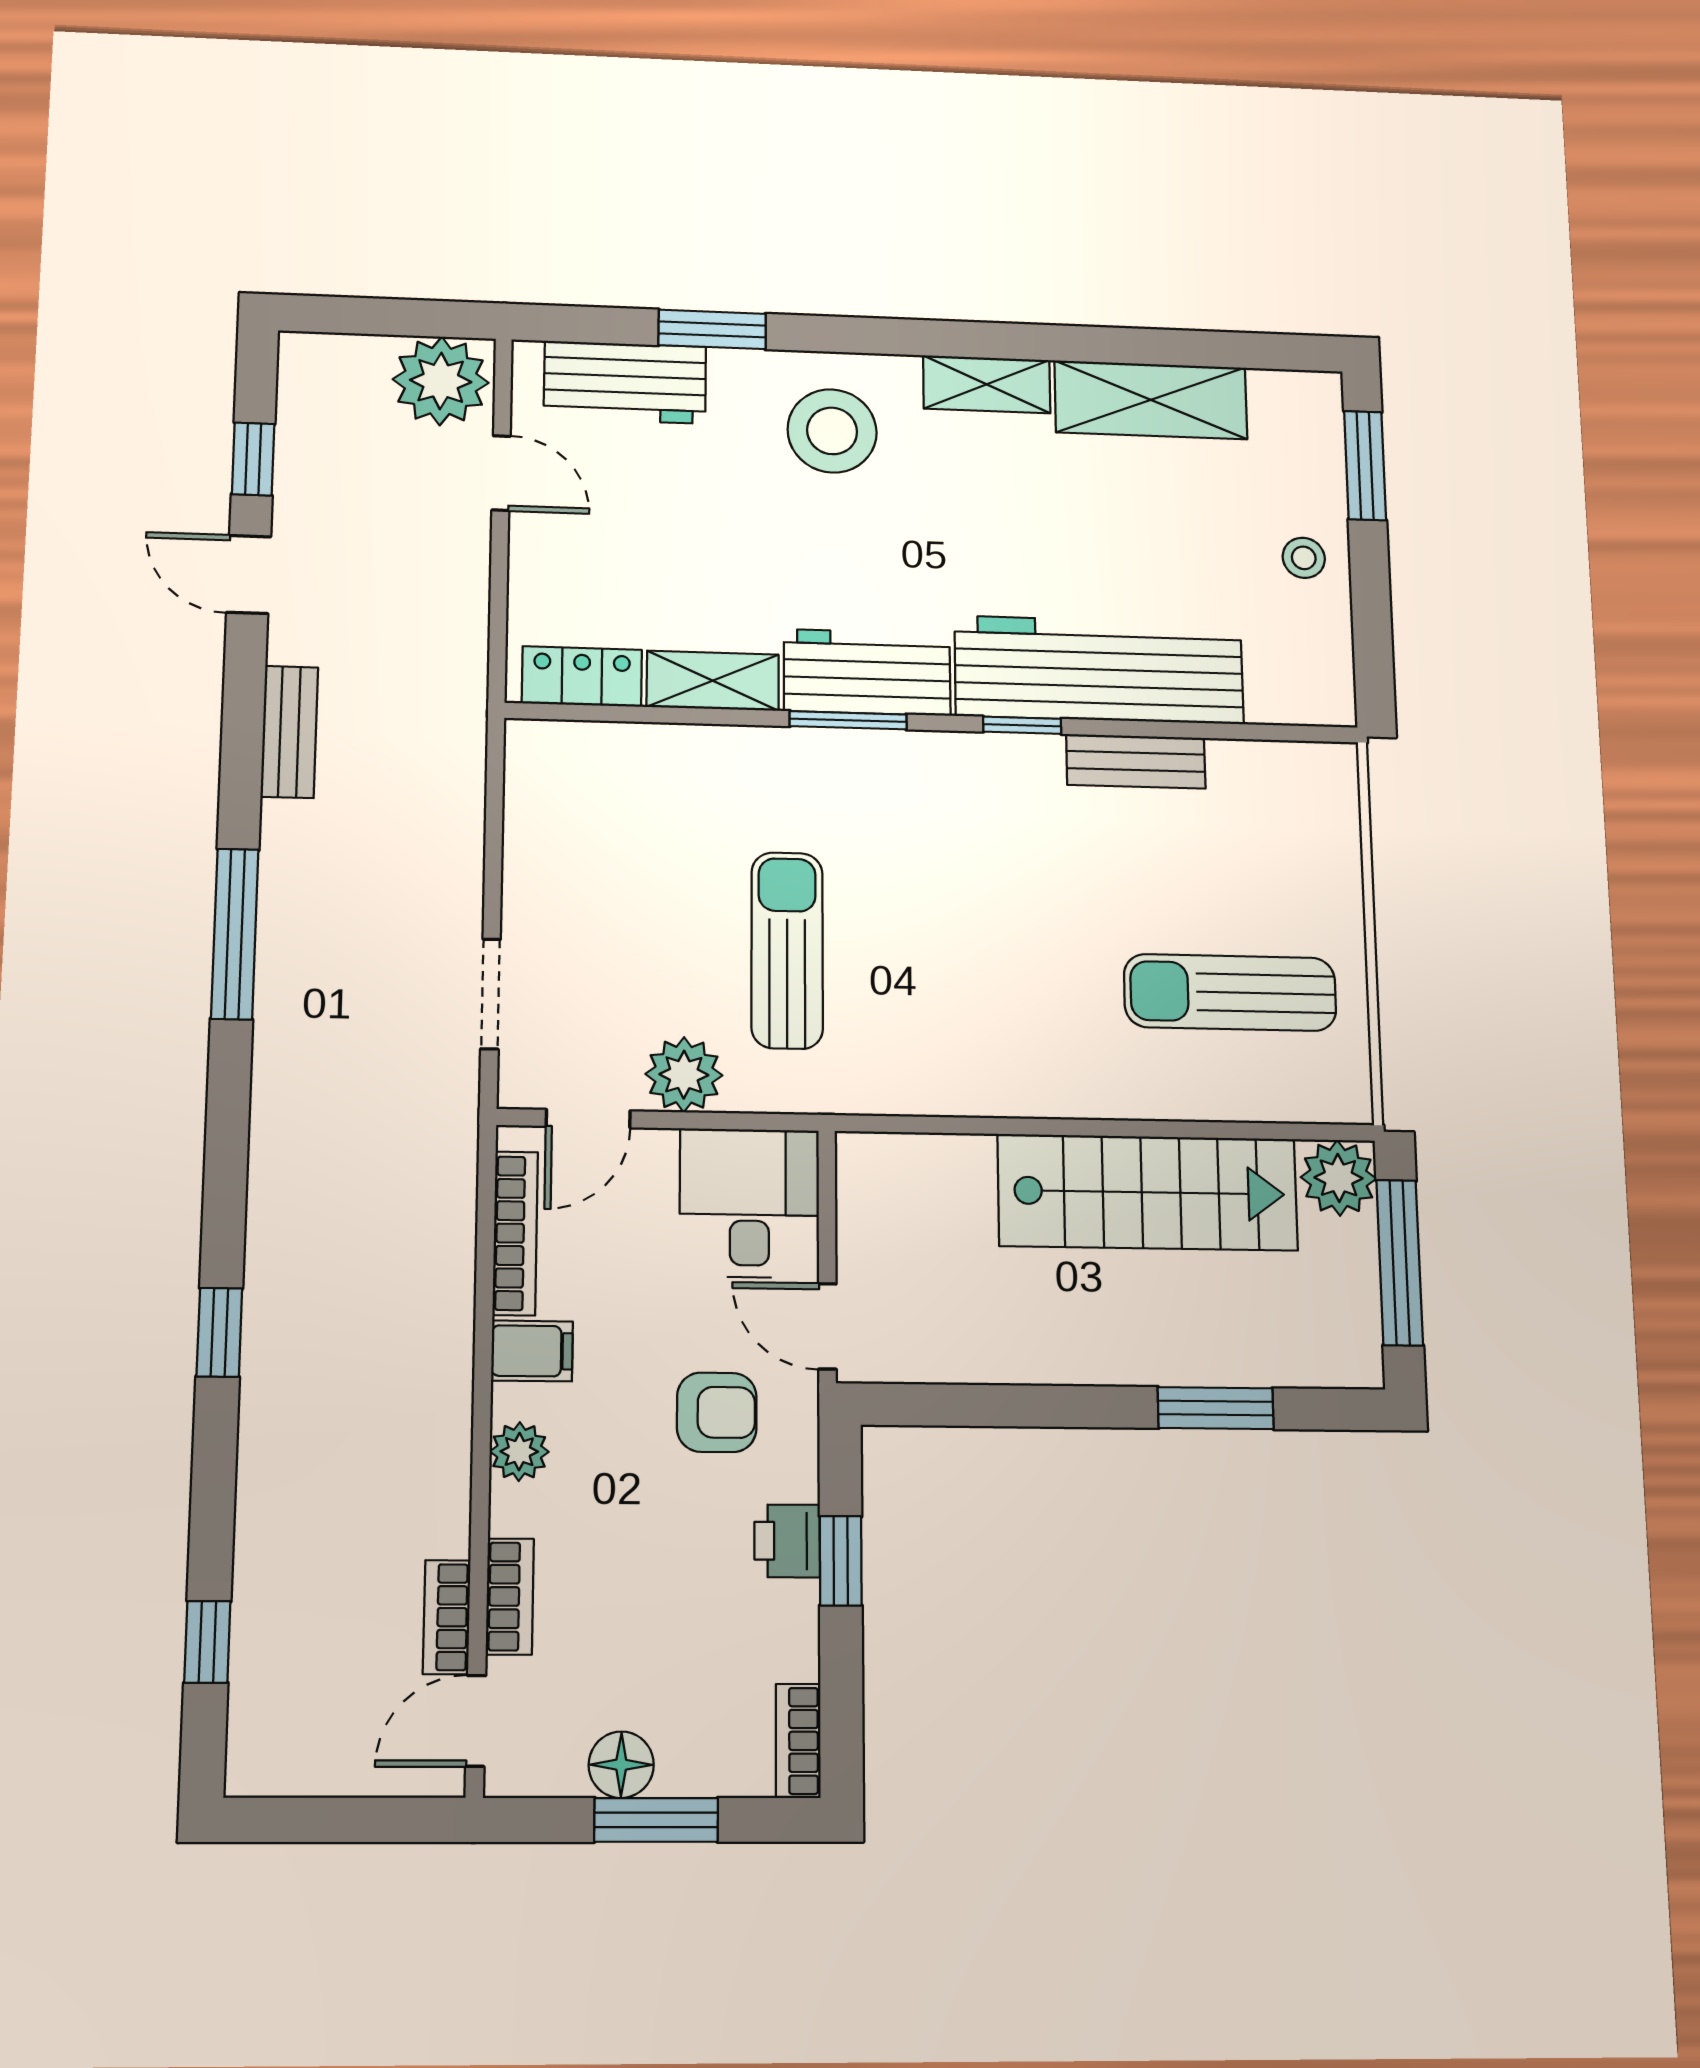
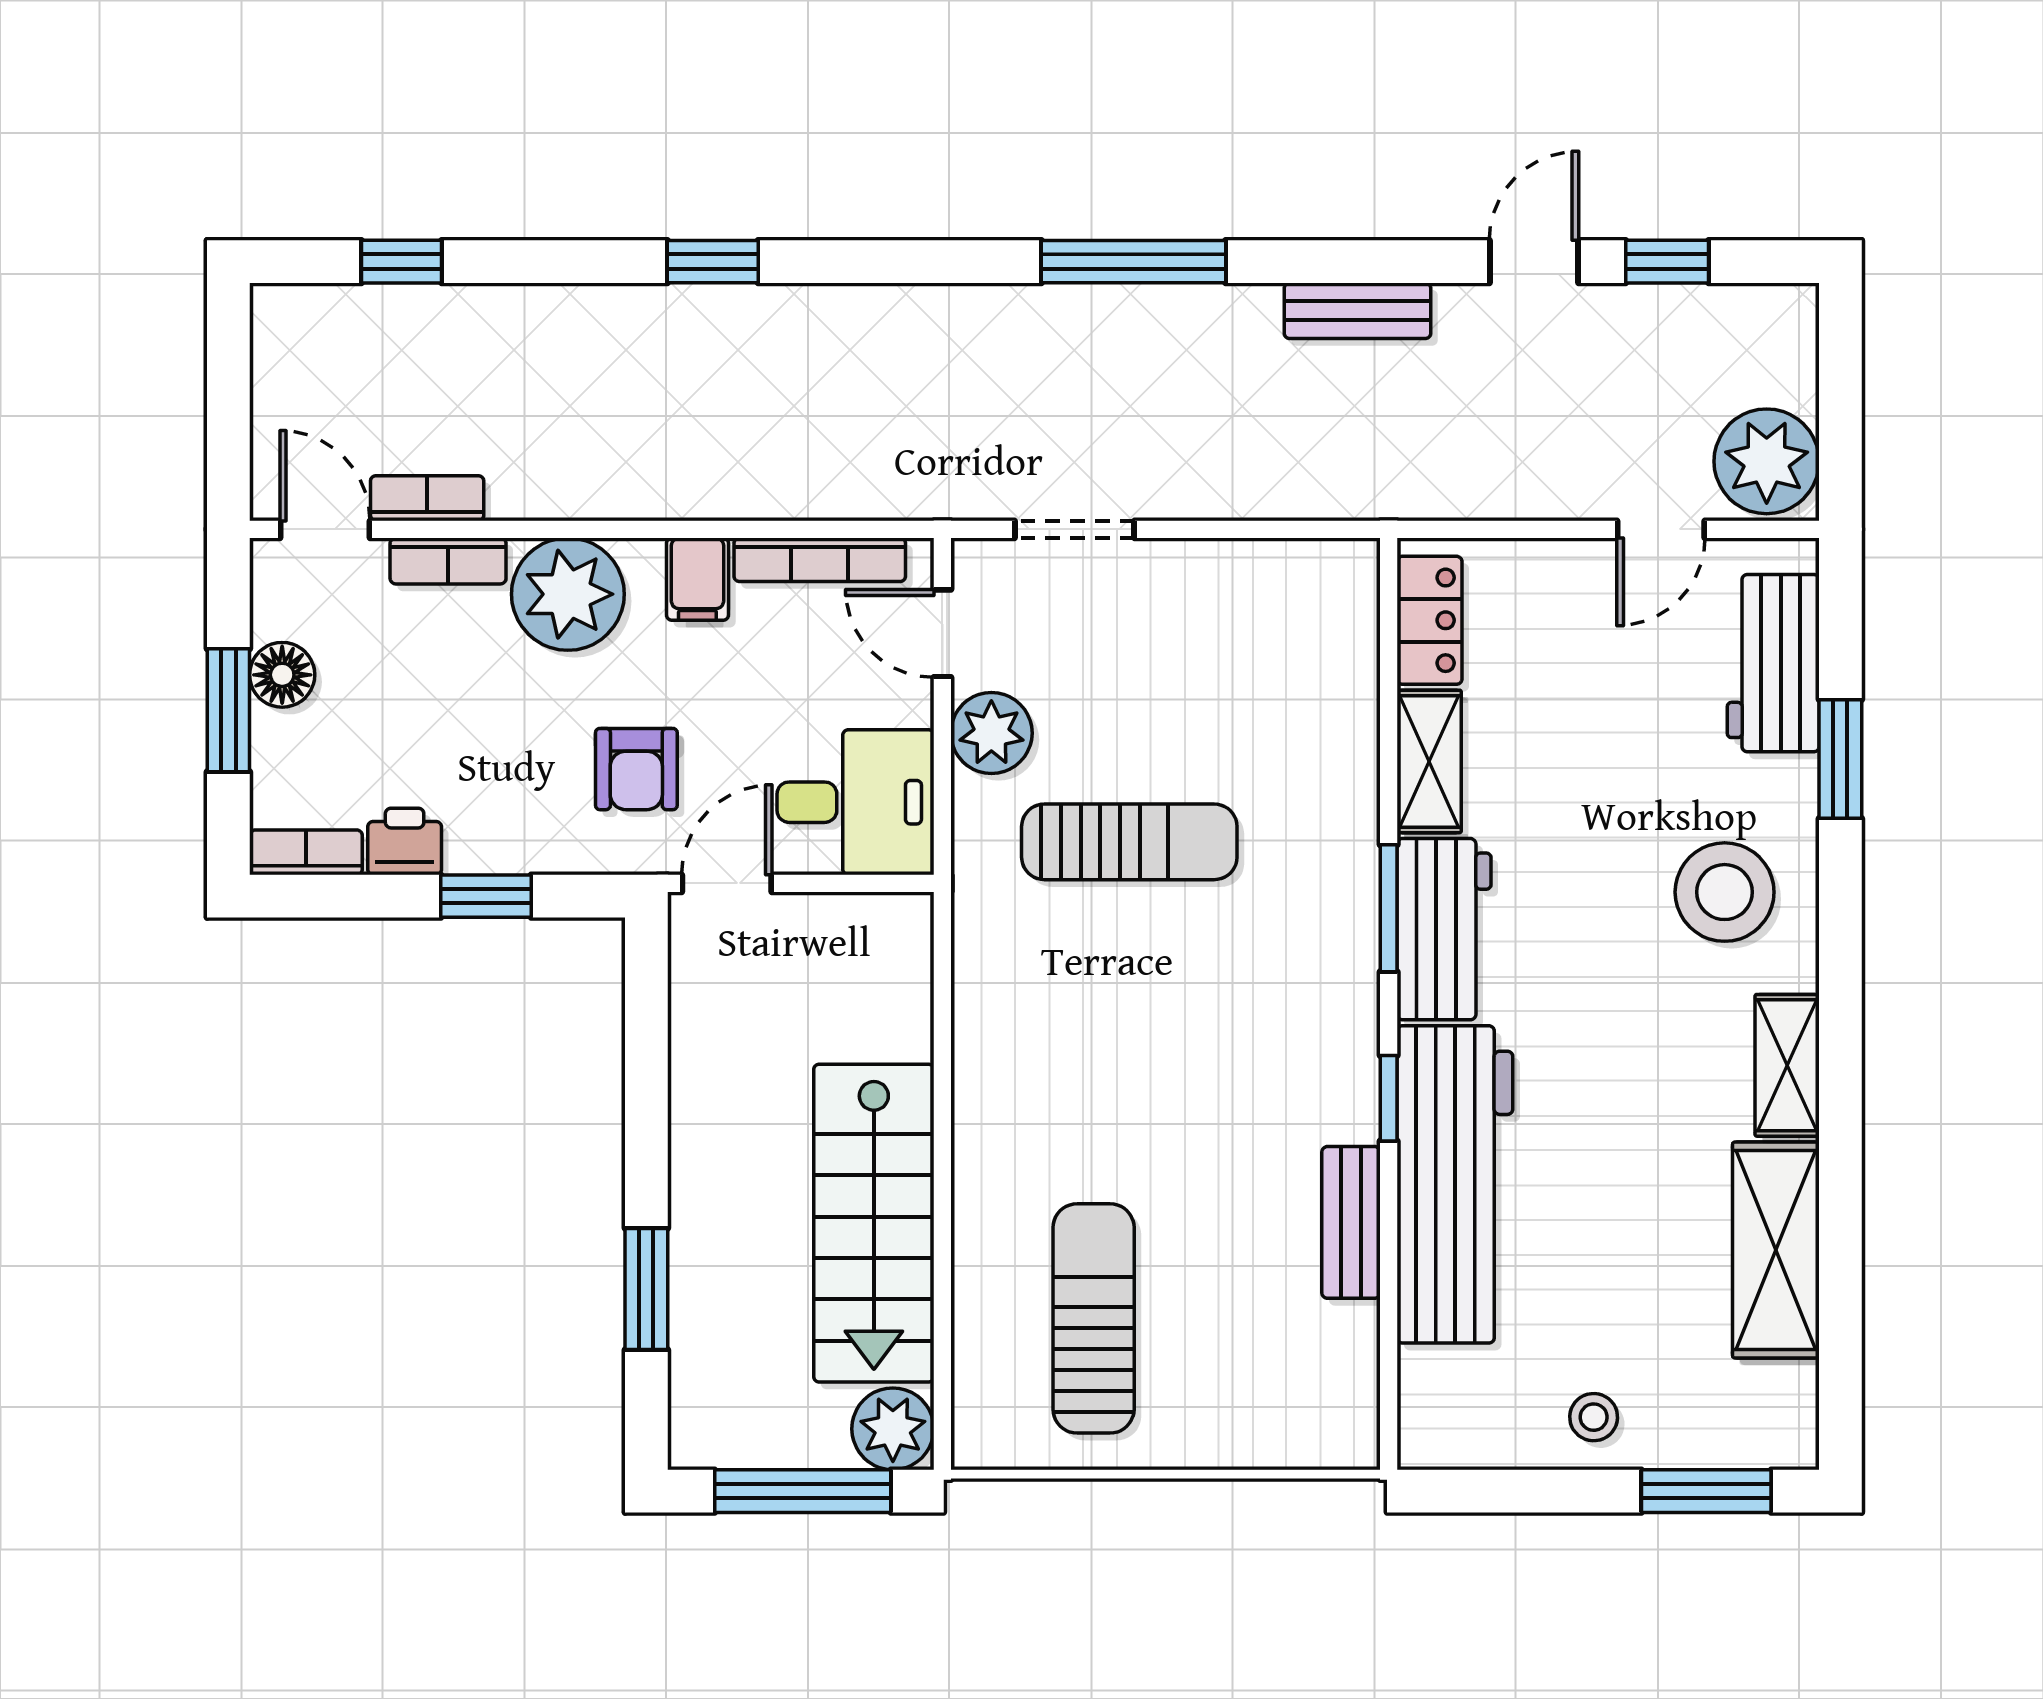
plant: (519, 1452) -> (568, 594), width x1.88, depth x1.88
printer: (787, 1541) -> (405, 841), moved

